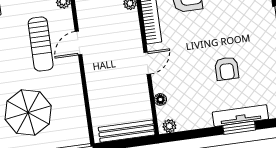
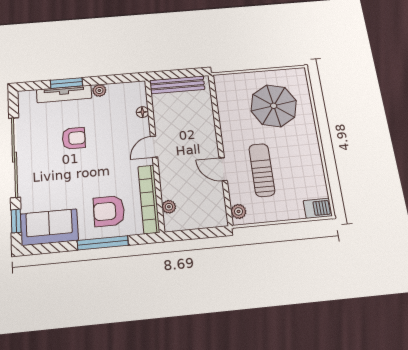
door: (78, 43) -> (223, 169), swing flipped
armchair: (227, 69) -> (74, 138), turned 90
plant: (169, 126) -> (99, 90), moved

